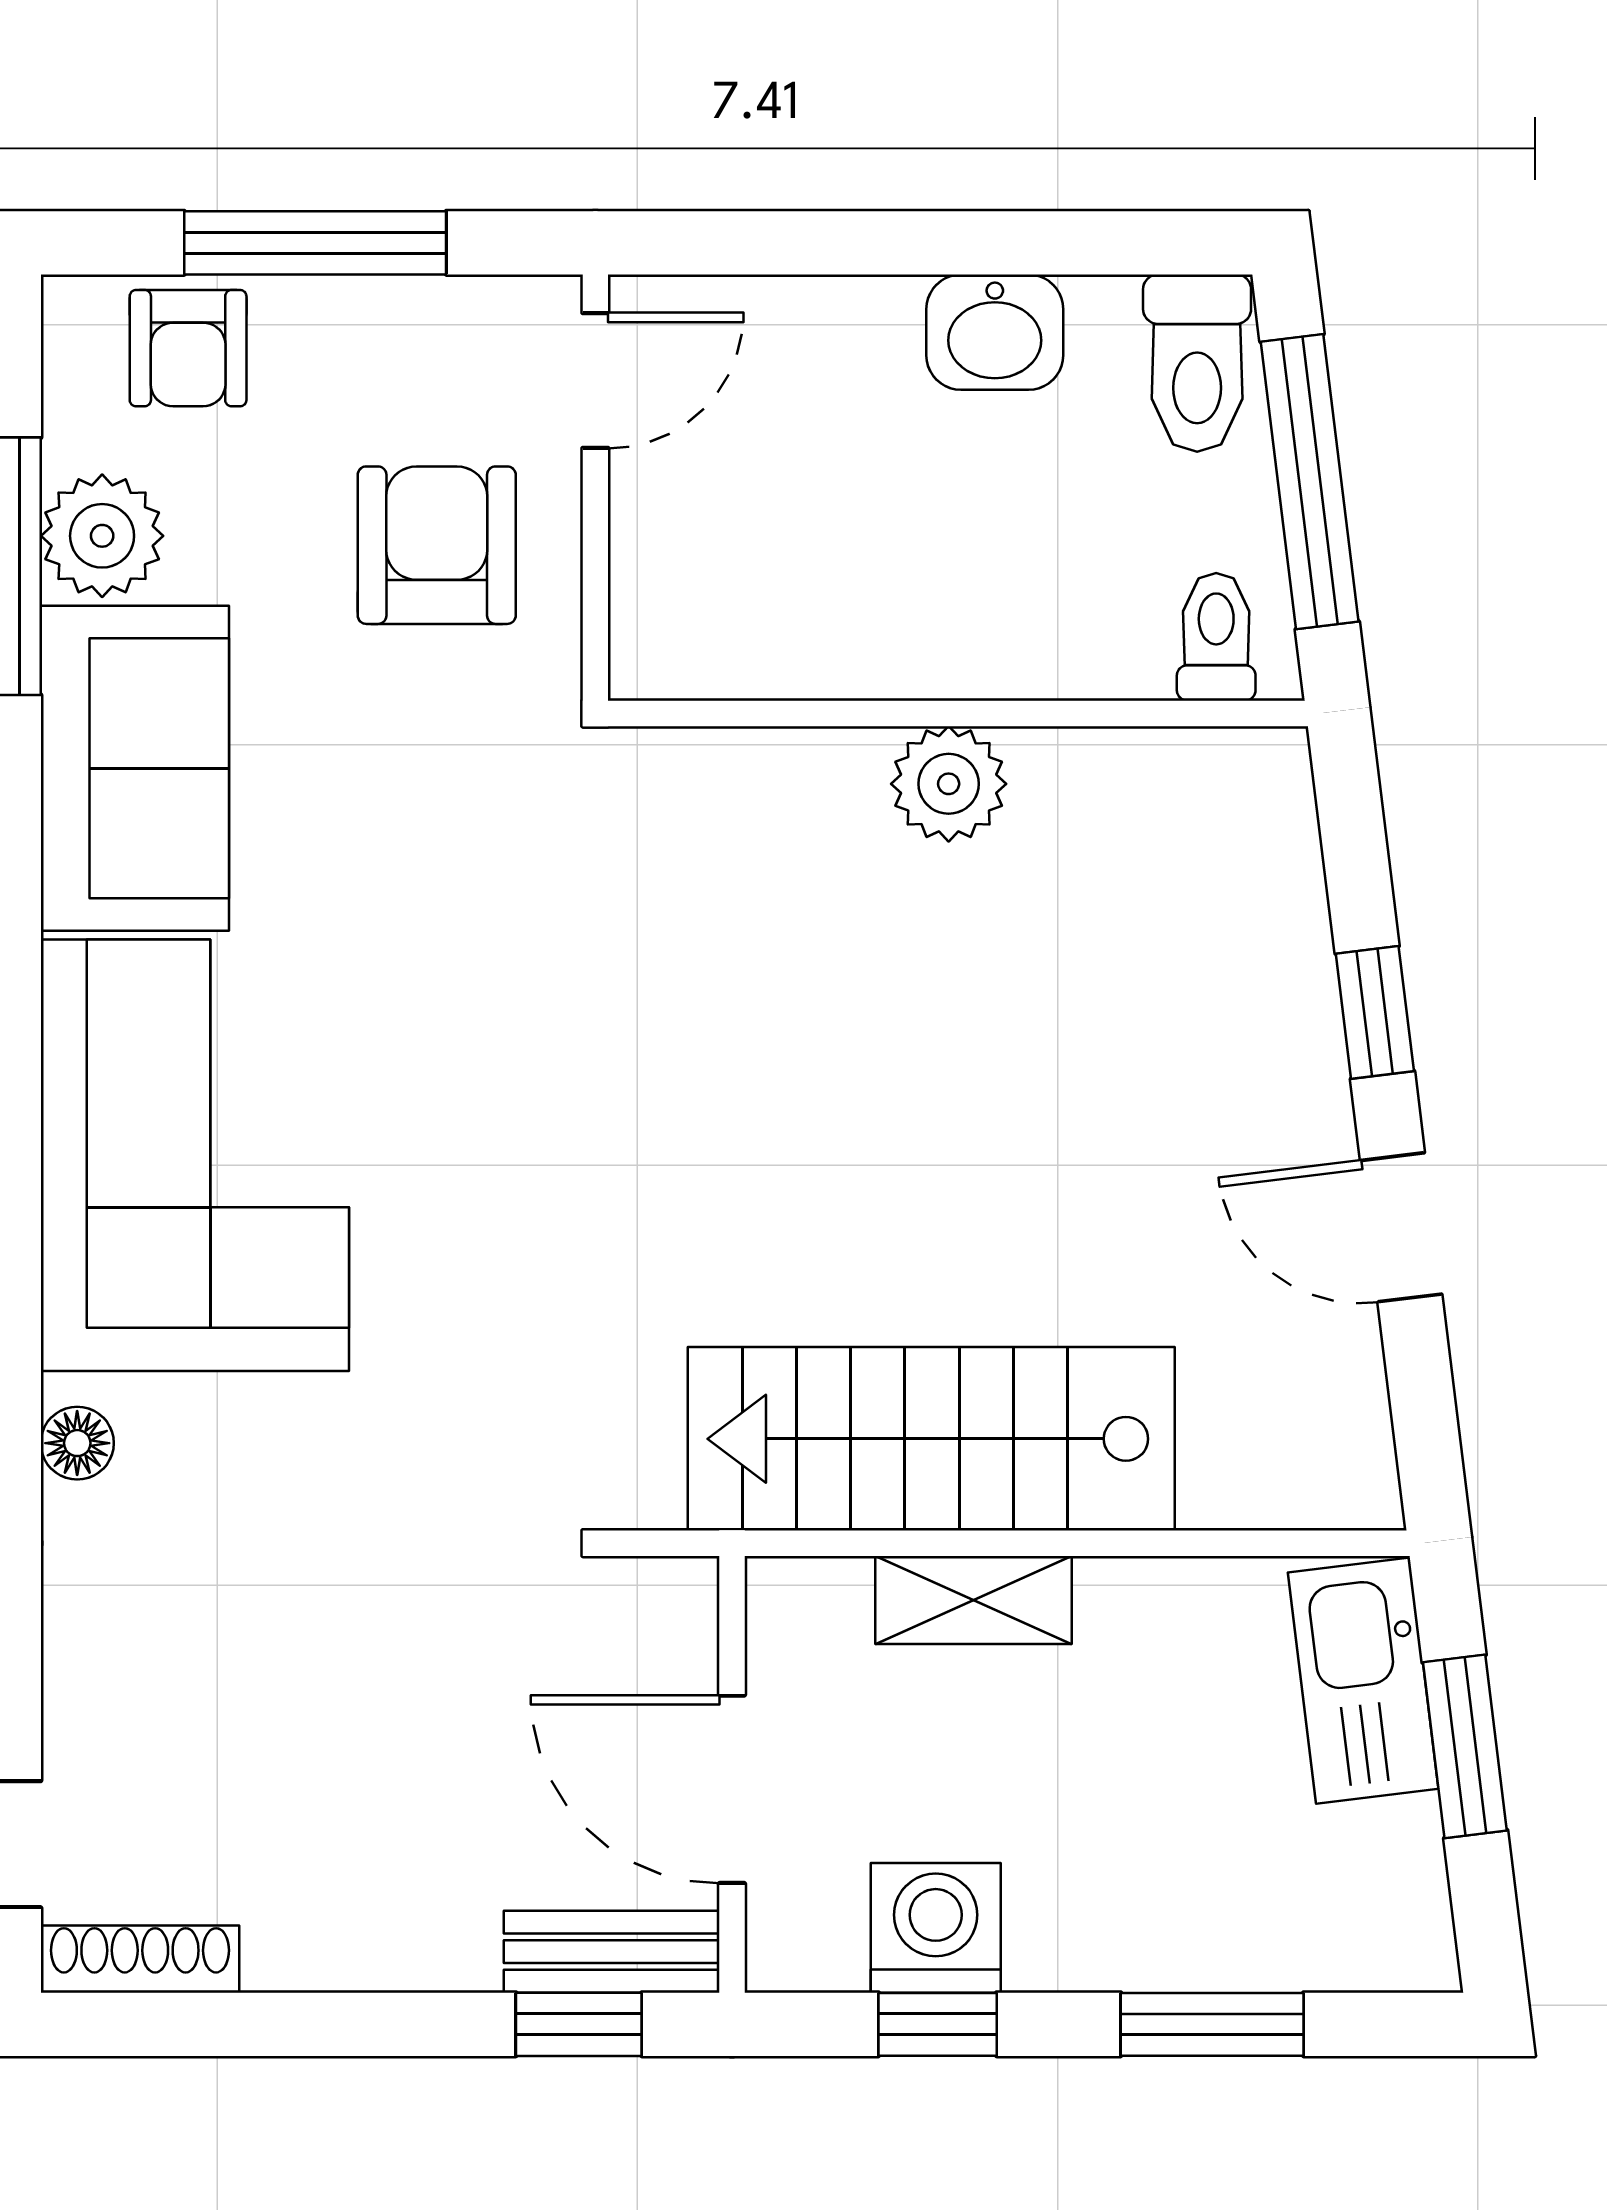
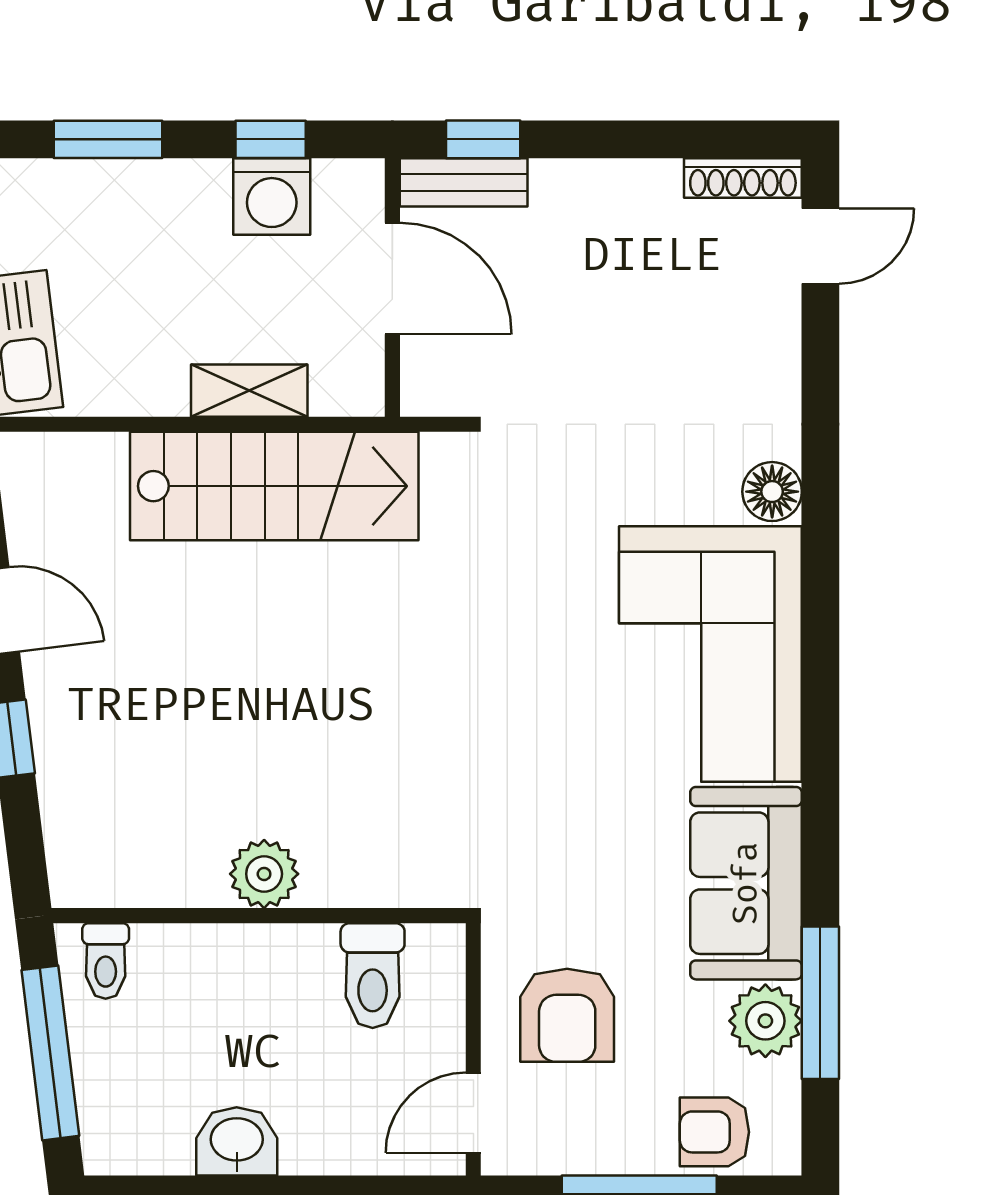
armchair: (188, 348) -> (714, 1132), turned -90
toilet: (1197, 363) -> (373, 976), moved, turned 180
floor lamp: (77, 1443) -> (772, 492), width x1.37, depth x1.37

